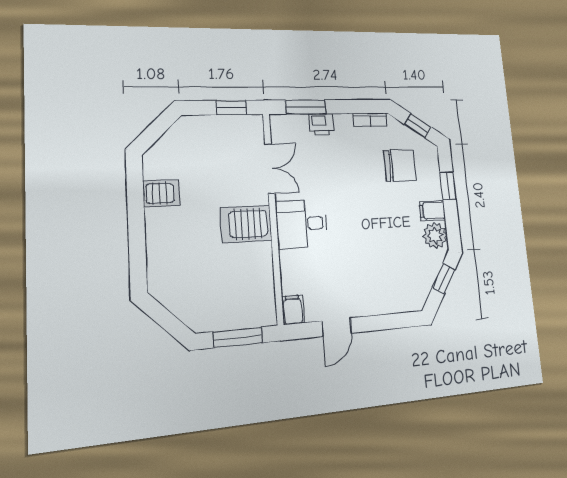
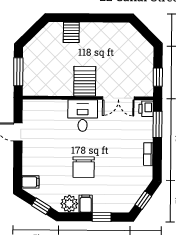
bookcase: (370, 120) -> (148, 154), moved
printer: (321, 124) -> (146, 109), moved
chair: (400, 165) -> (84, 167), moved
server rack: (161, 193) -> (71, 32), moved
filing cabinet: (293, 310) -> (30, 182), moved

